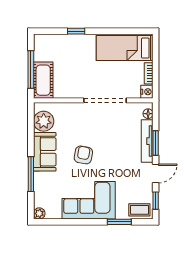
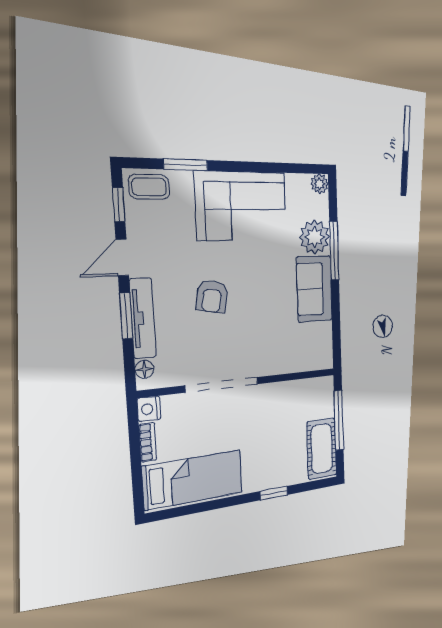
cot: (43, 80) -> (322, 449), moved
plant: (44, 121) -> (315, 237), moved
armchair: (83, 155) -> (212, 296), moved

